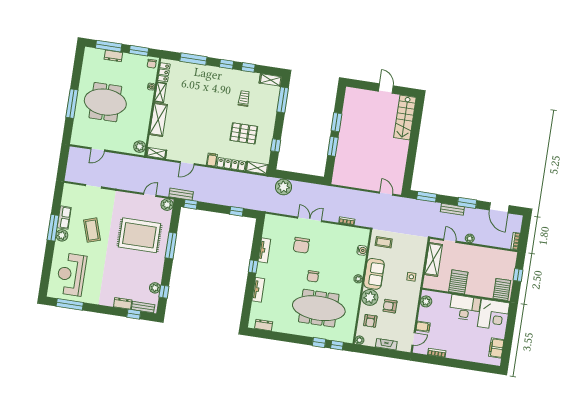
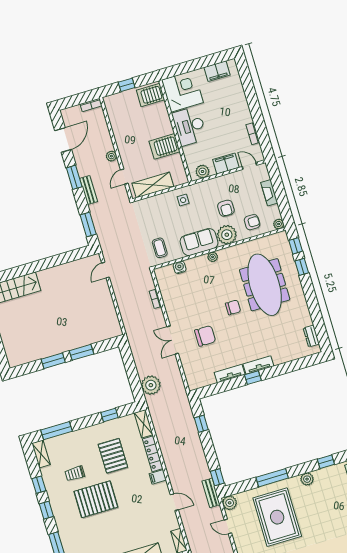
pallet: (217, 105) -> (96, 499), added
plant: (155, 288) -> (307, 479), moved
tv unit: (258, 290) -> (258, 365), moved
filing cabinet: (423, 327) -> (226, 163), width x2.00

